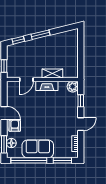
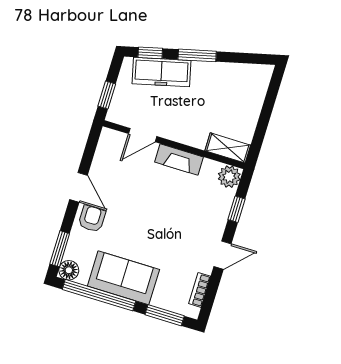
freezer: (26, 48) -> (161, 72), added
shelving: (52, 73) -> (228, 148), moved
floor lamp: (11, 143) -> (69, 270), moved

